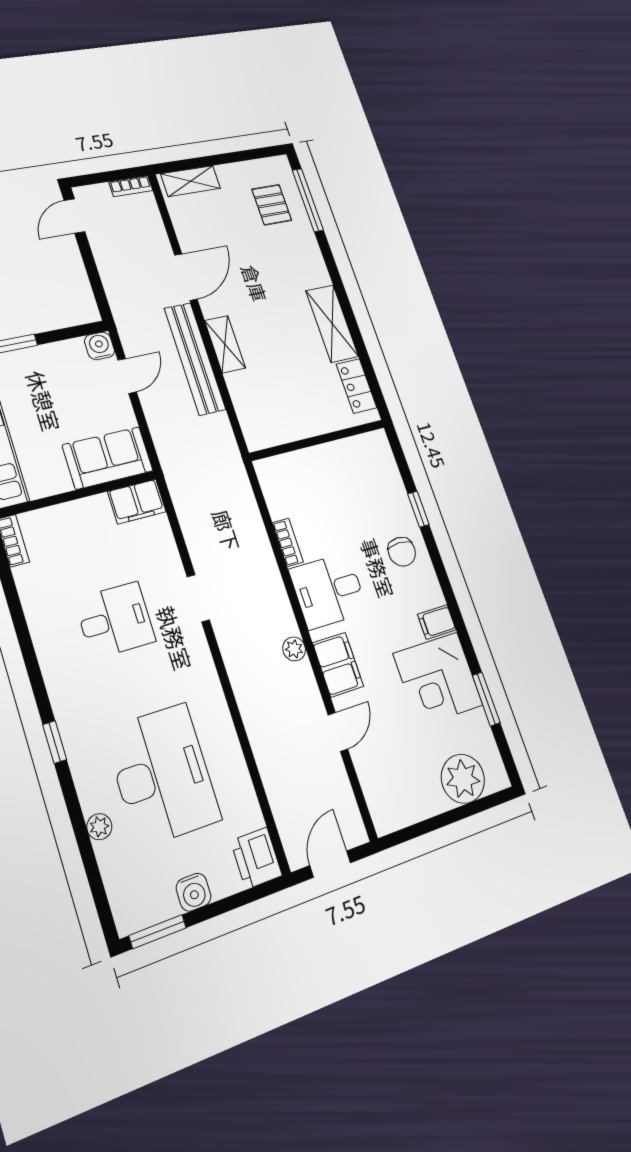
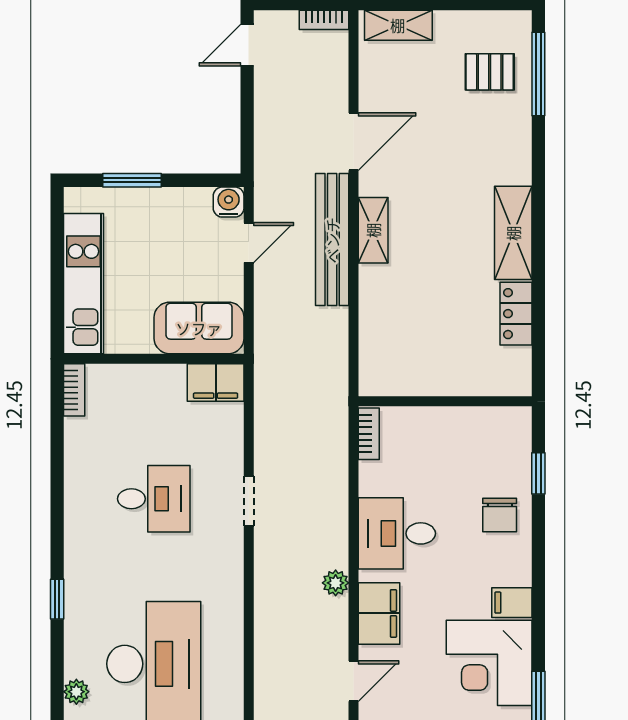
pallet: (272, 205) -> (490, 72), turned 90
wall: (318, 440) -> (445, 401), moved
bookcase: (288, 542) -> (369, 434), moved

